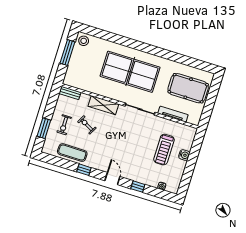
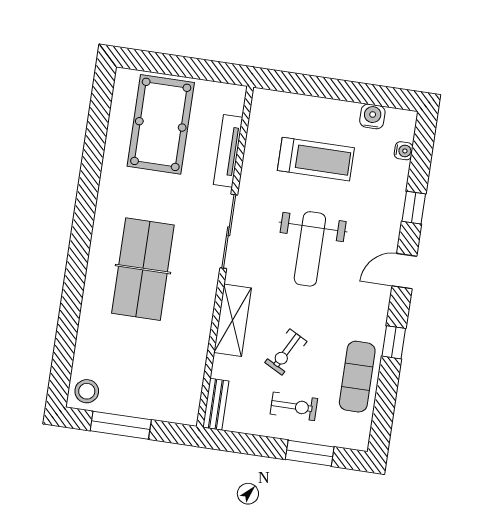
table tennis table: (130, 72) -> (143, 269), width x0.73, depth x0.76
weight bench: (128, 141) -> (310, 249), added
water cooler: (184, 155) -> (372, 116), moved

